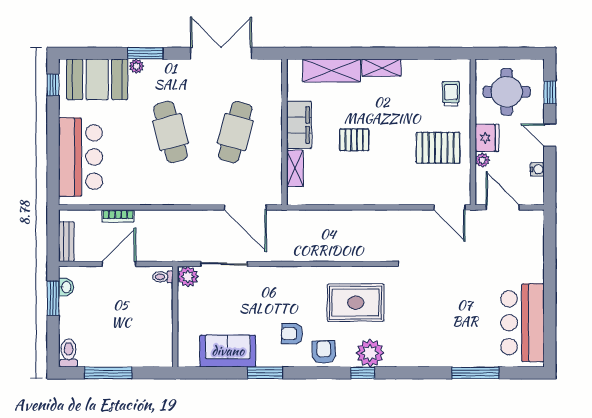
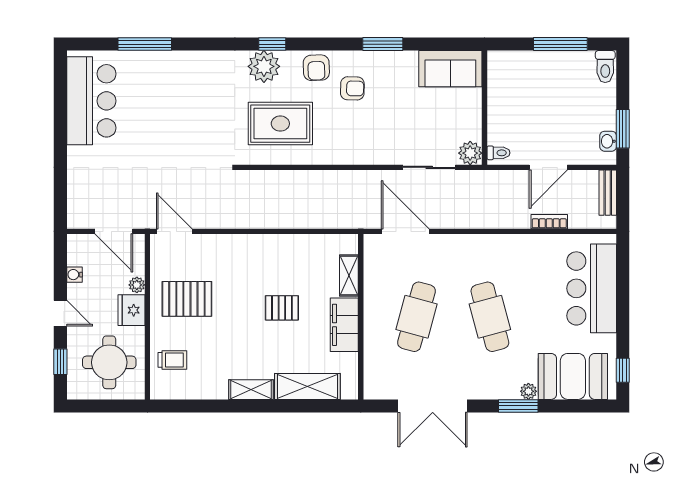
trolley: (451, 94) -> (172, 360), turned -90
sofa: (228, 351) -> (450, 69), moved

